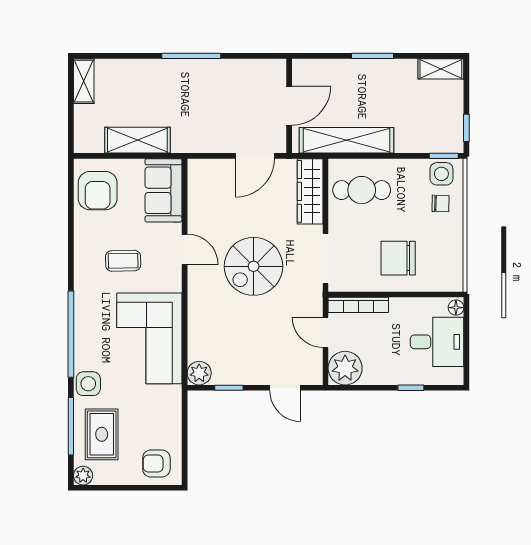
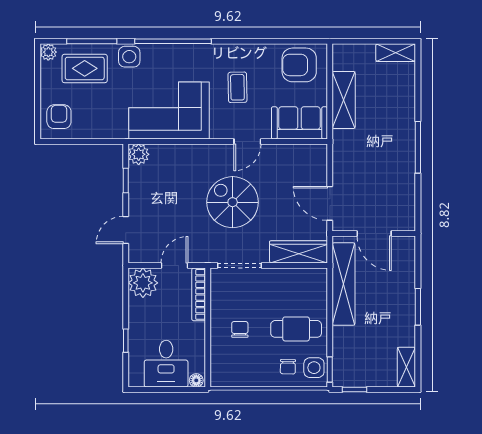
cafe table: (362, 190) -> (296, 329), moved, turned 90
chair: (398, 258) -> (240, 329), width x0.54, depth x0.54

